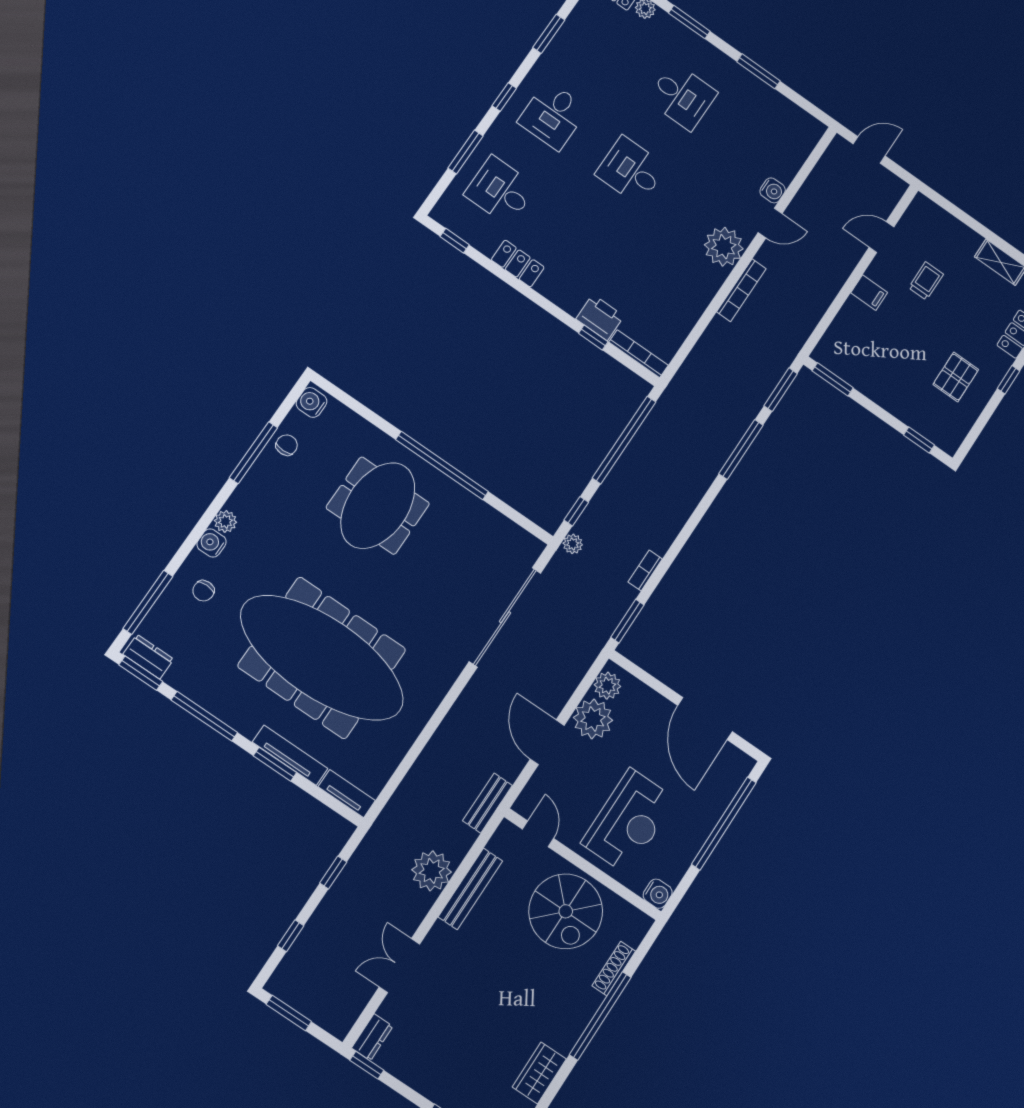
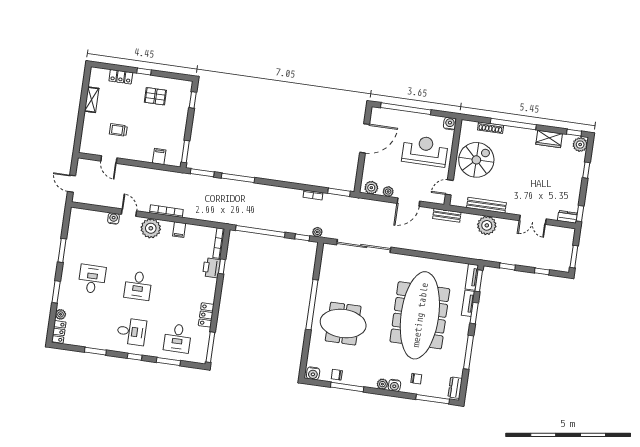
window: (455, 241) -> (210, 347), width x2.17
filing cabinet: (869, 293) -> (159, 156), moved
filing cabinet: (697, 296) -> (179, 230), added
window: (141, 673) -> (479, 281), moved
plant: (593, 719) -> (388, 192), width x0.53, depth x0.53
tv unit: (290, 755) -> (468, 303), width x0.71

